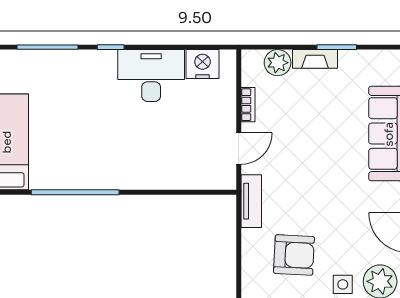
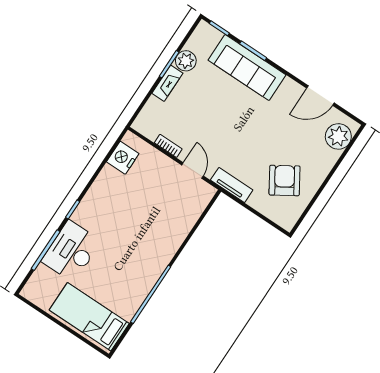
plant: (278, 63) -> (186, 61), moved
desk: (151, 75) -> (71, 251), moved
armchair: (294, 255) -> (285, 180), turned -35
side table: (343, 284) -> (324, 162), removed

